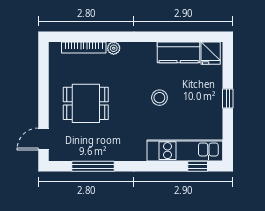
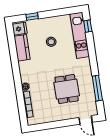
stool: (159, 98) -> (51, 42), moved
window: (228, 99) -> (32, 16), moved
dining table: (86, 103) -> (67, 89), moved

